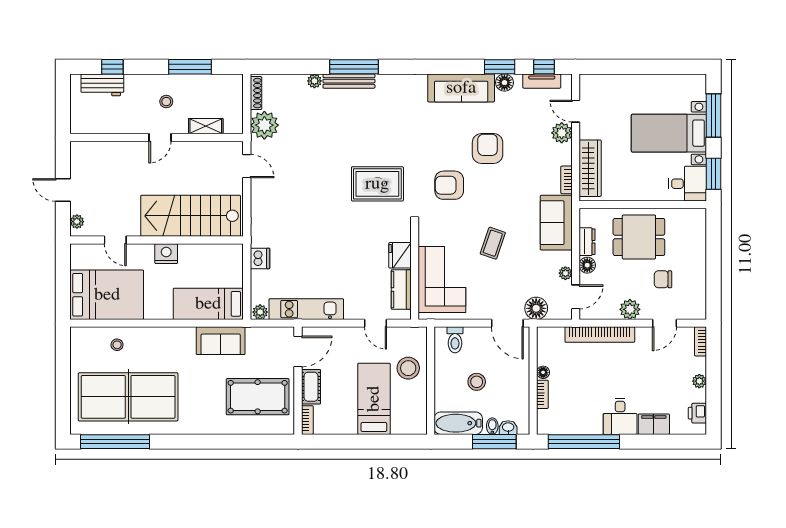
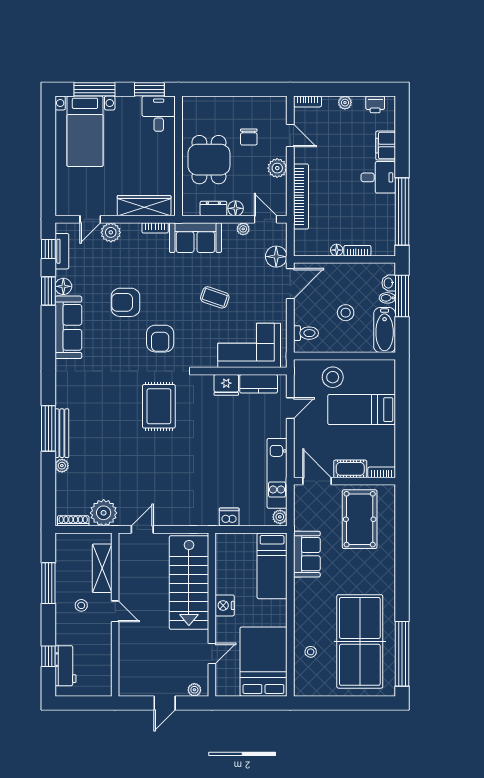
shelving: (206, 126) -> (102, 568), width x1.50, depth x1.33
bed with nightstands: (669, 133) -> (85, 131), moved

